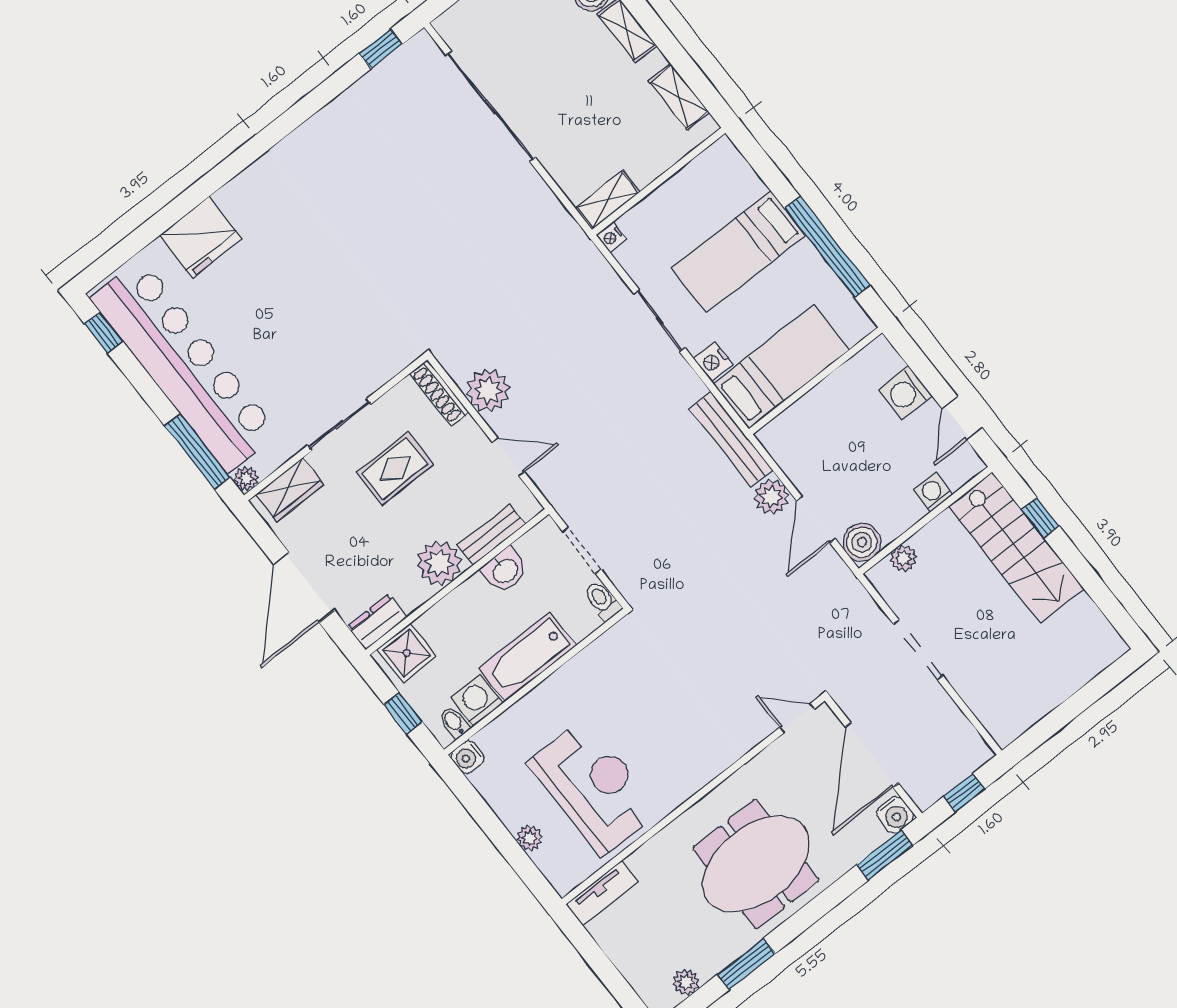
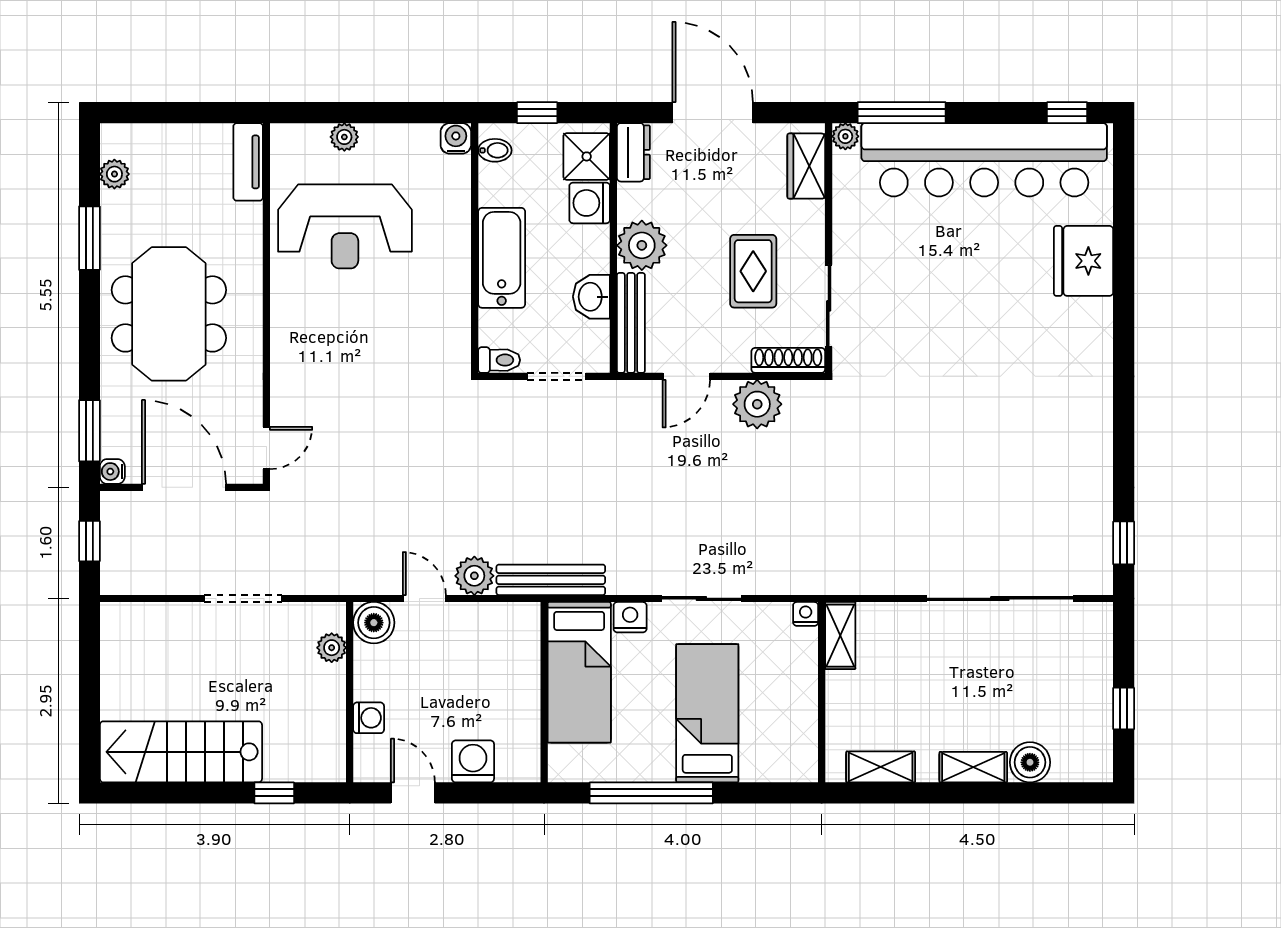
sliding door: (339, 425) -> (829, 306), moved
door: (816, 520) -> (424, 599), width x0.73
bench: (492, 535) -> (631, 323), width x1.36
stairs: (1016, 547) -> (181, 752), moved
washing machine: (477, 700) -> (590, 203), moved, turned 180
water cooler: (895, 815) -> (112, 472), width x0.72, depth x0.72

